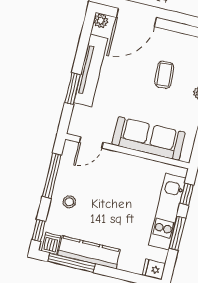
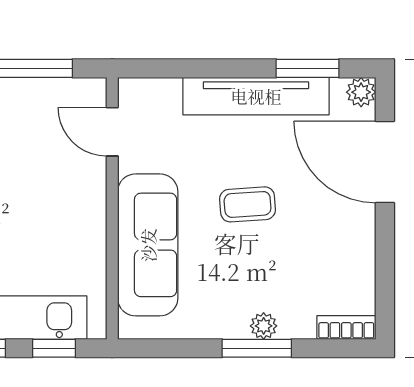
coffee table: (164, 75) -> (248, 204), moved
window: (73, 89) -> (308, 68), moved

